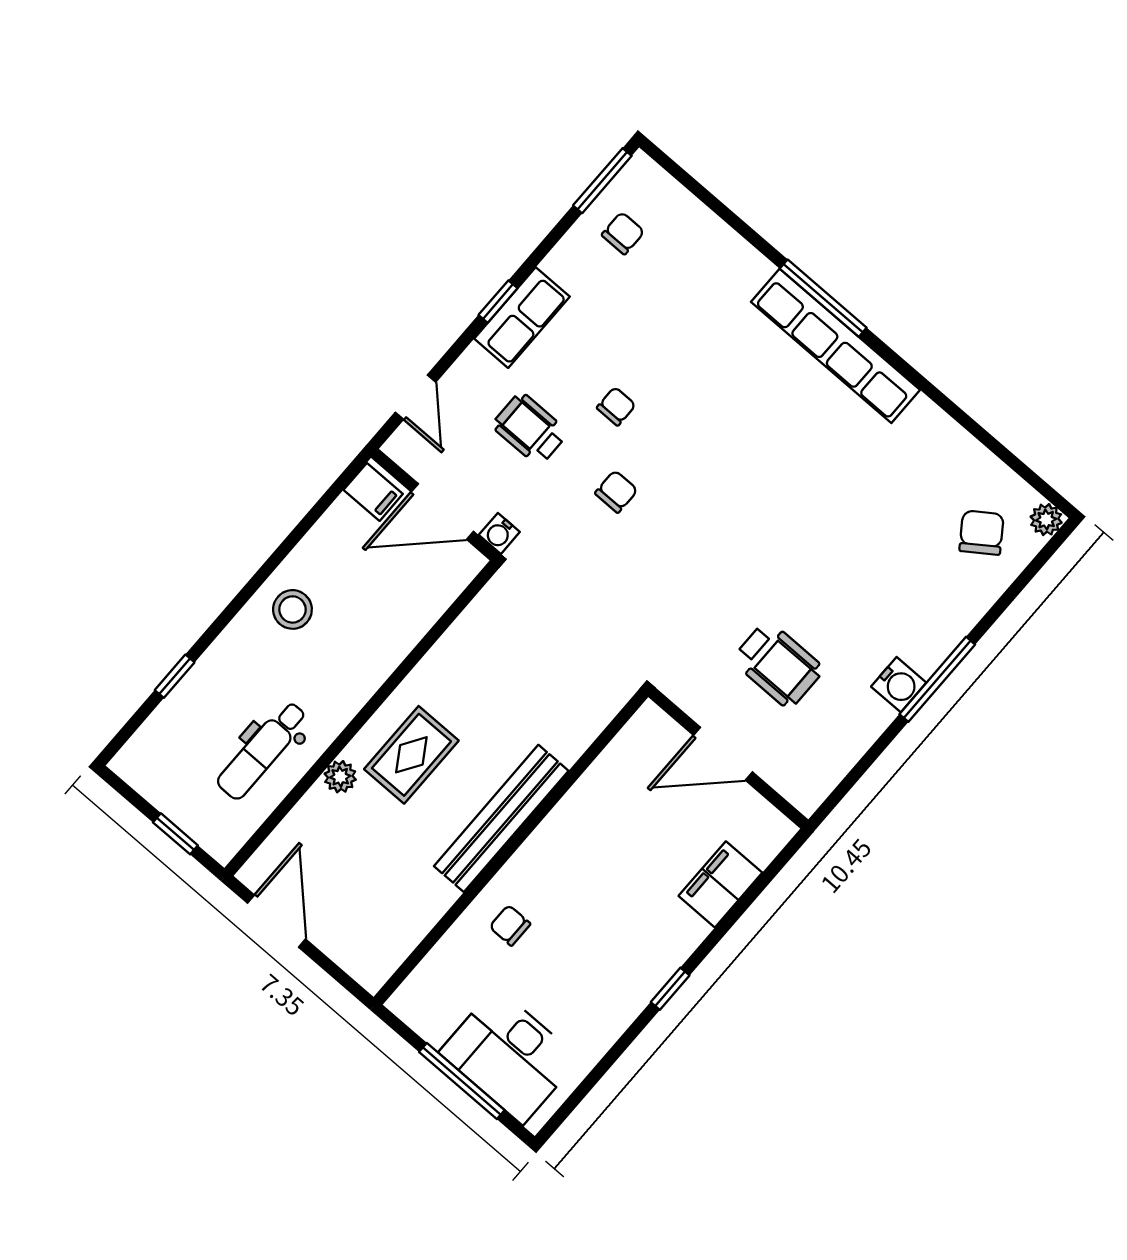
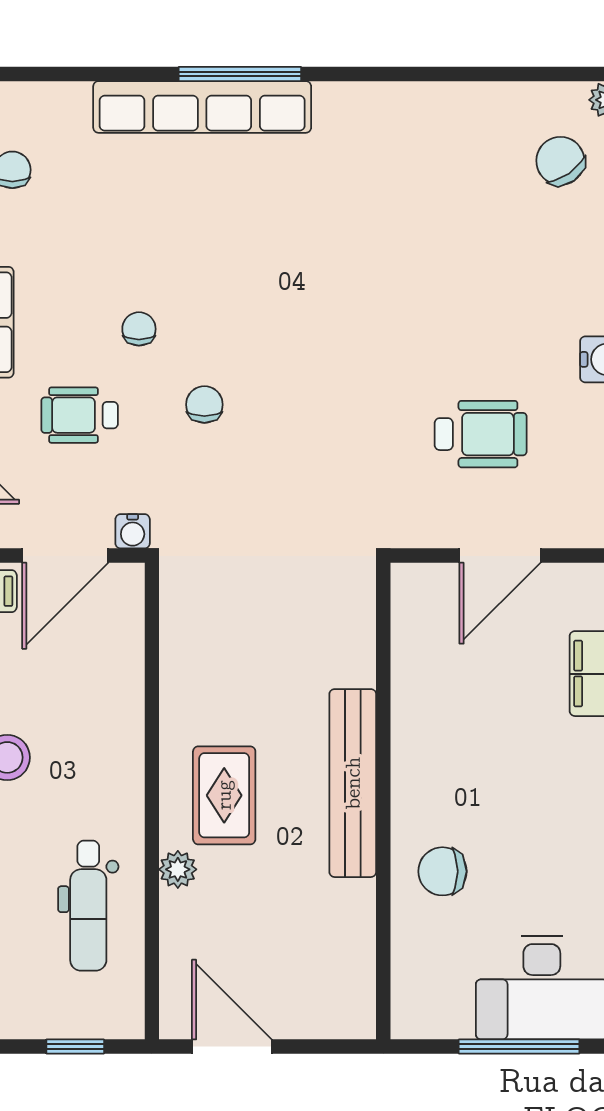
row of seats: (836, 346) -> (202, 107), moved
chair: (510, 925) -> (442, 871), width x1.37, depth x1.37

